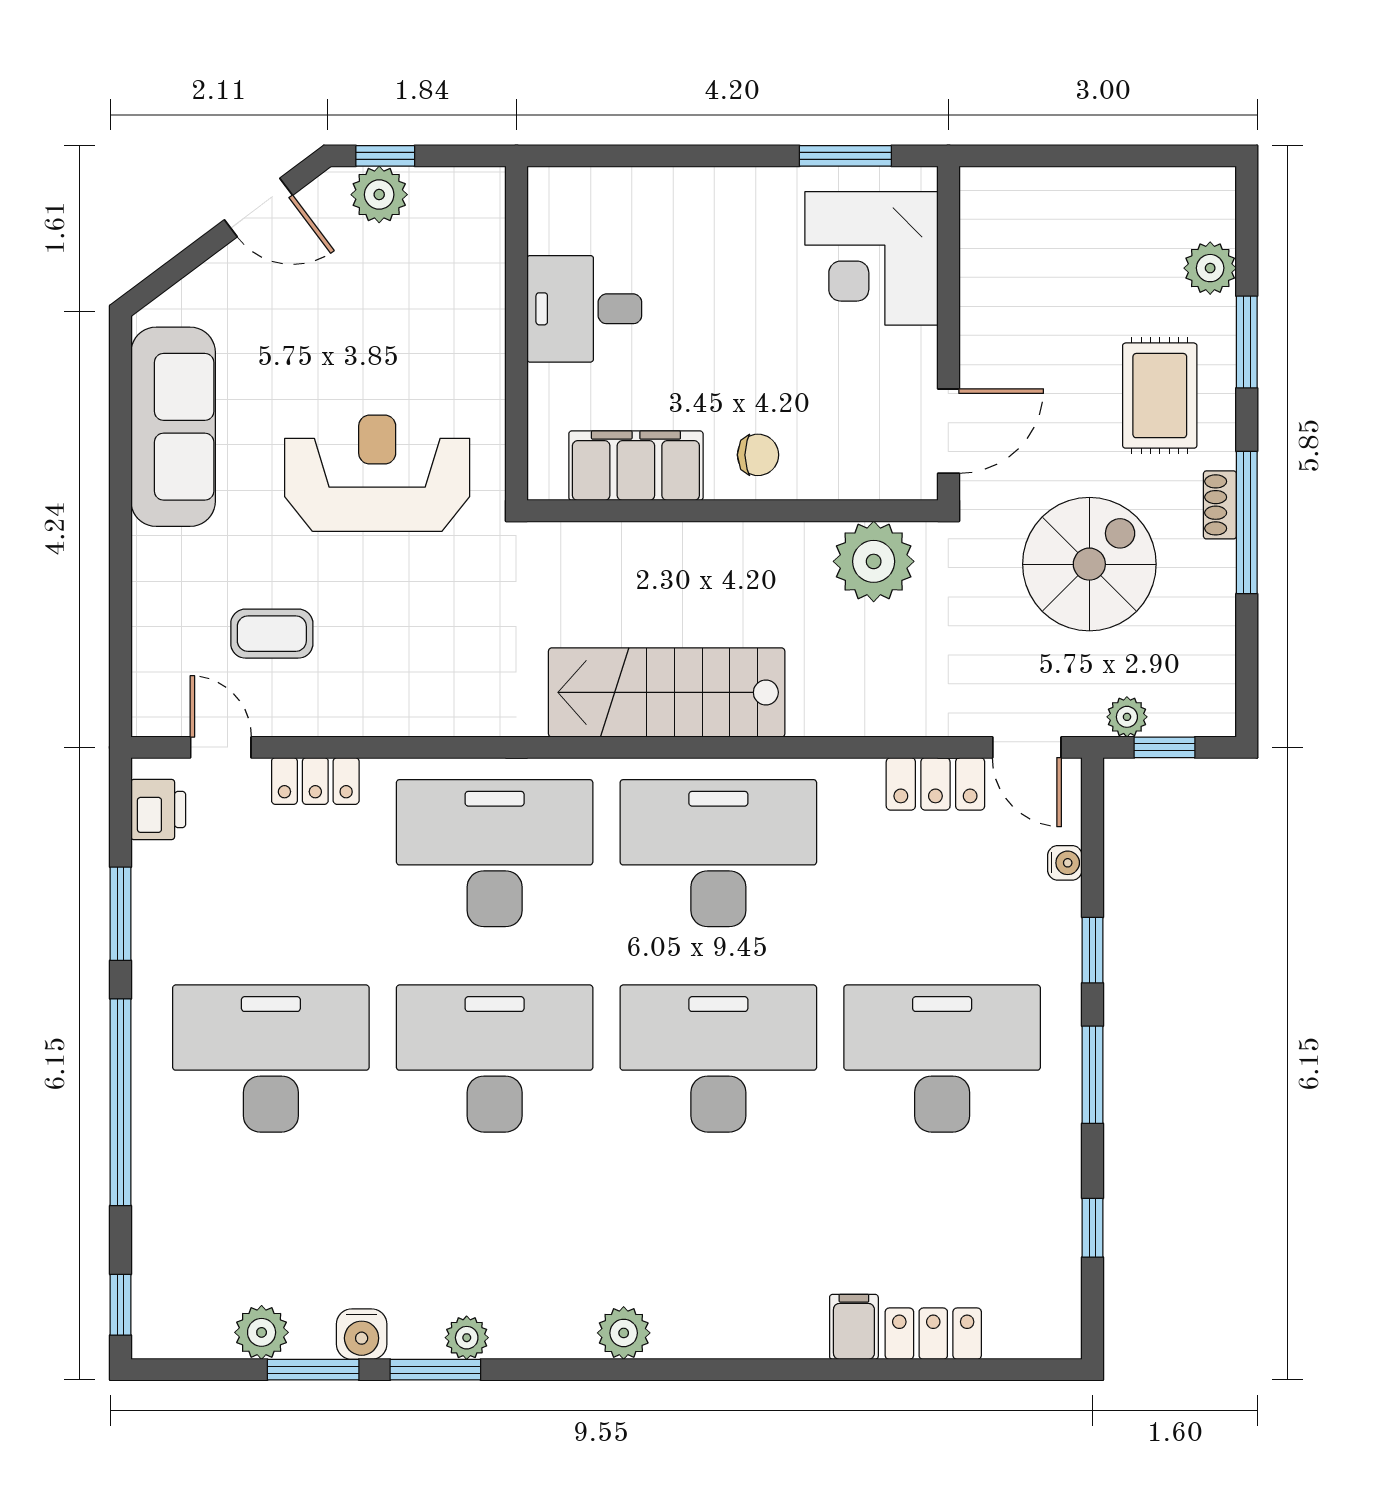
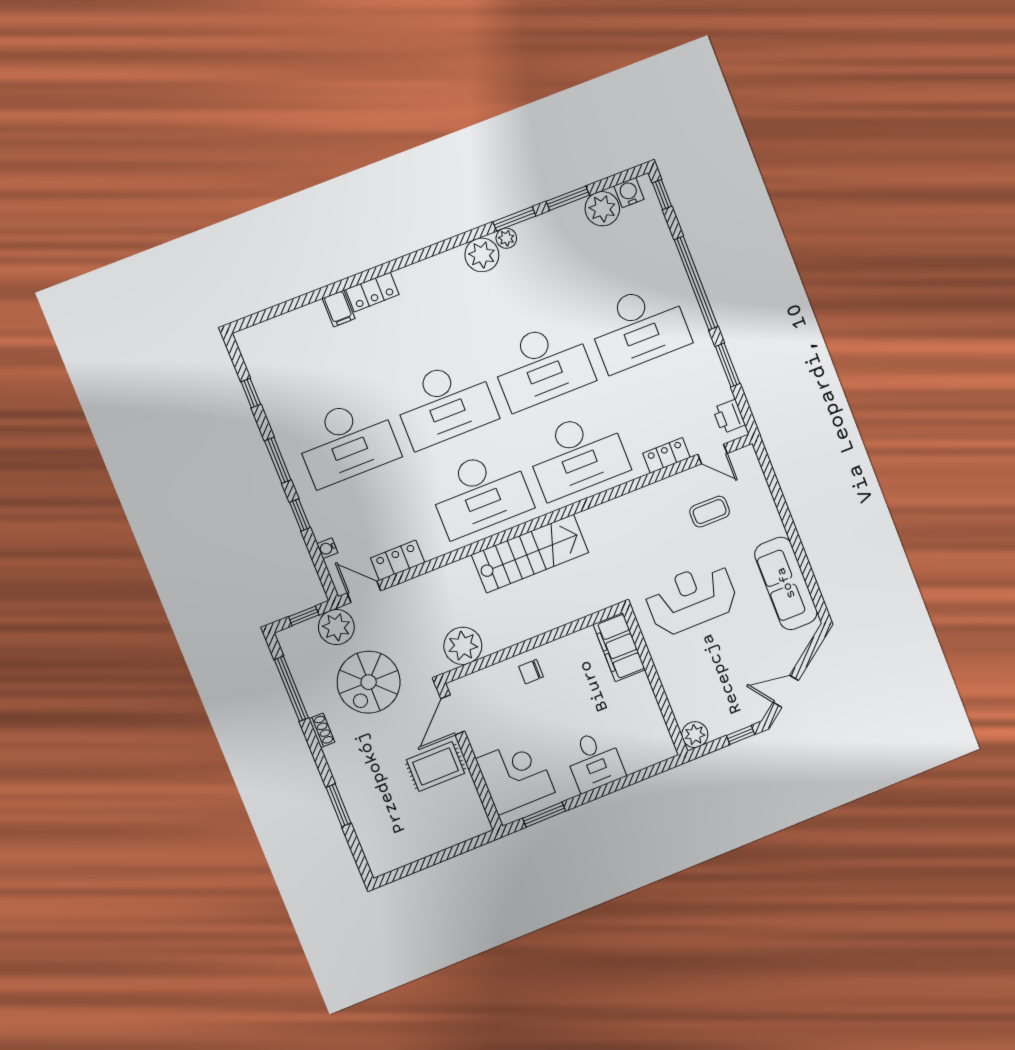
plant: (379, 195) -> (695, 735), moved
plant: (1210, 268) -> (367, 831), removed
desk: (584, 309) -> (594, 761), moved, turned 90
rug: (1160, 396) -> (436, 767), moved, turned 90
filing cabinet: (636, 466) -> (619, 647), moved, turned 90
reception desk: (377, 473) -> (691, 598), turned 180
window: (1247, 523) -> (291, 689), moved
plant: (1127, 717) -> (336, 627), width x1.88, depth x1.88
plant: (262, 1332) -> (602, 209), width x1.36, depth x1.36
plant: (624, 1333) -> (482, 255), moved, width x1.36, depth x1.36
water cooler: (362, 1334) -> (629, 193), moved
locker: (933, 1334) -> (372, 292), moved

